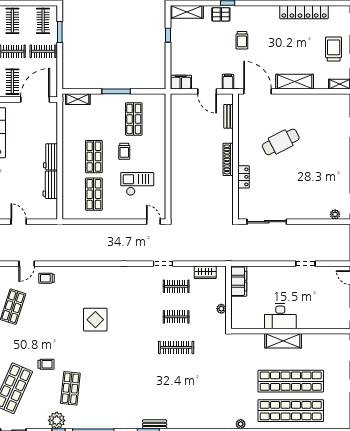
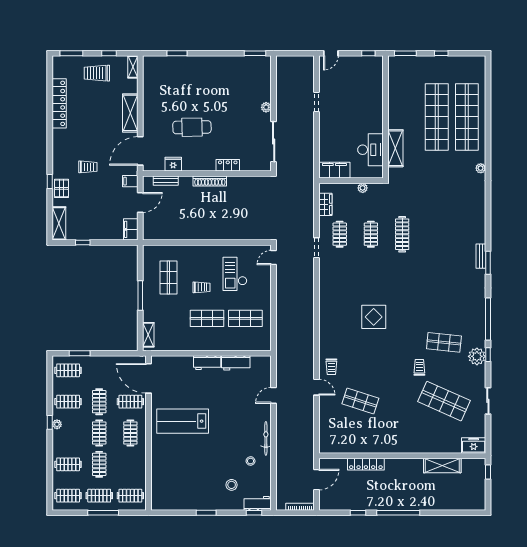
clothes rail: (43, 51) -> (99, 370), removed
shop shelf: (134, 119) -> (168, 277), turned 90
fridge: (245, 124) -> (173, 164), added
cafe table: (281, 142) -> (192, 127), turned -64
plant: (335, 214) -> (266, 107), moved
desk: (280, 316) -> (370, 150), moved
shelving: (283, 341) -> (395, 148), moved

